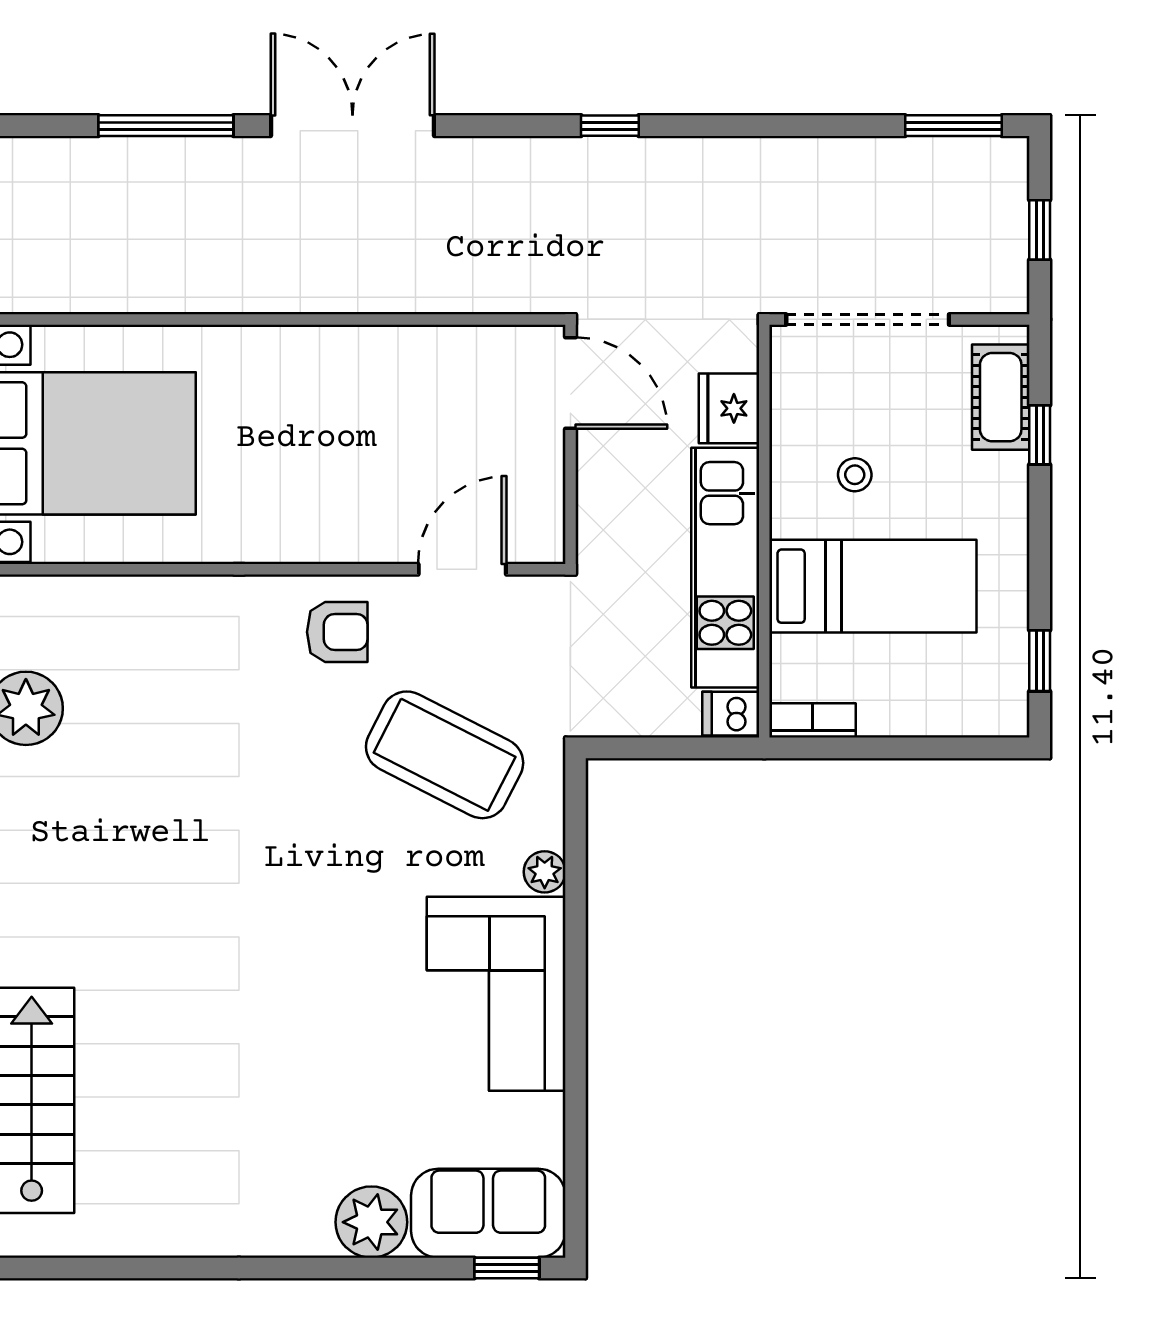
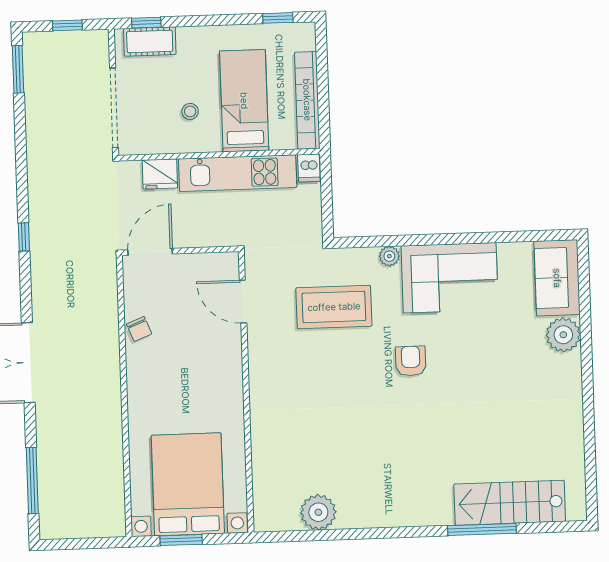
window: (166, 126) -> (32, 480), moved
chair: (413, 355) -> (139, 329), added
window: (1040, 435) -> (146, 23), moved
armchair: (337, 632) -> (411, 361), moved
bookcase: (812, 720) -> (307, 100), width x2.31, depth x1.31
coffee table: (445, 755) -> (334, 307), turned 63
window: (507, 1268) -> (583, 268), removed

